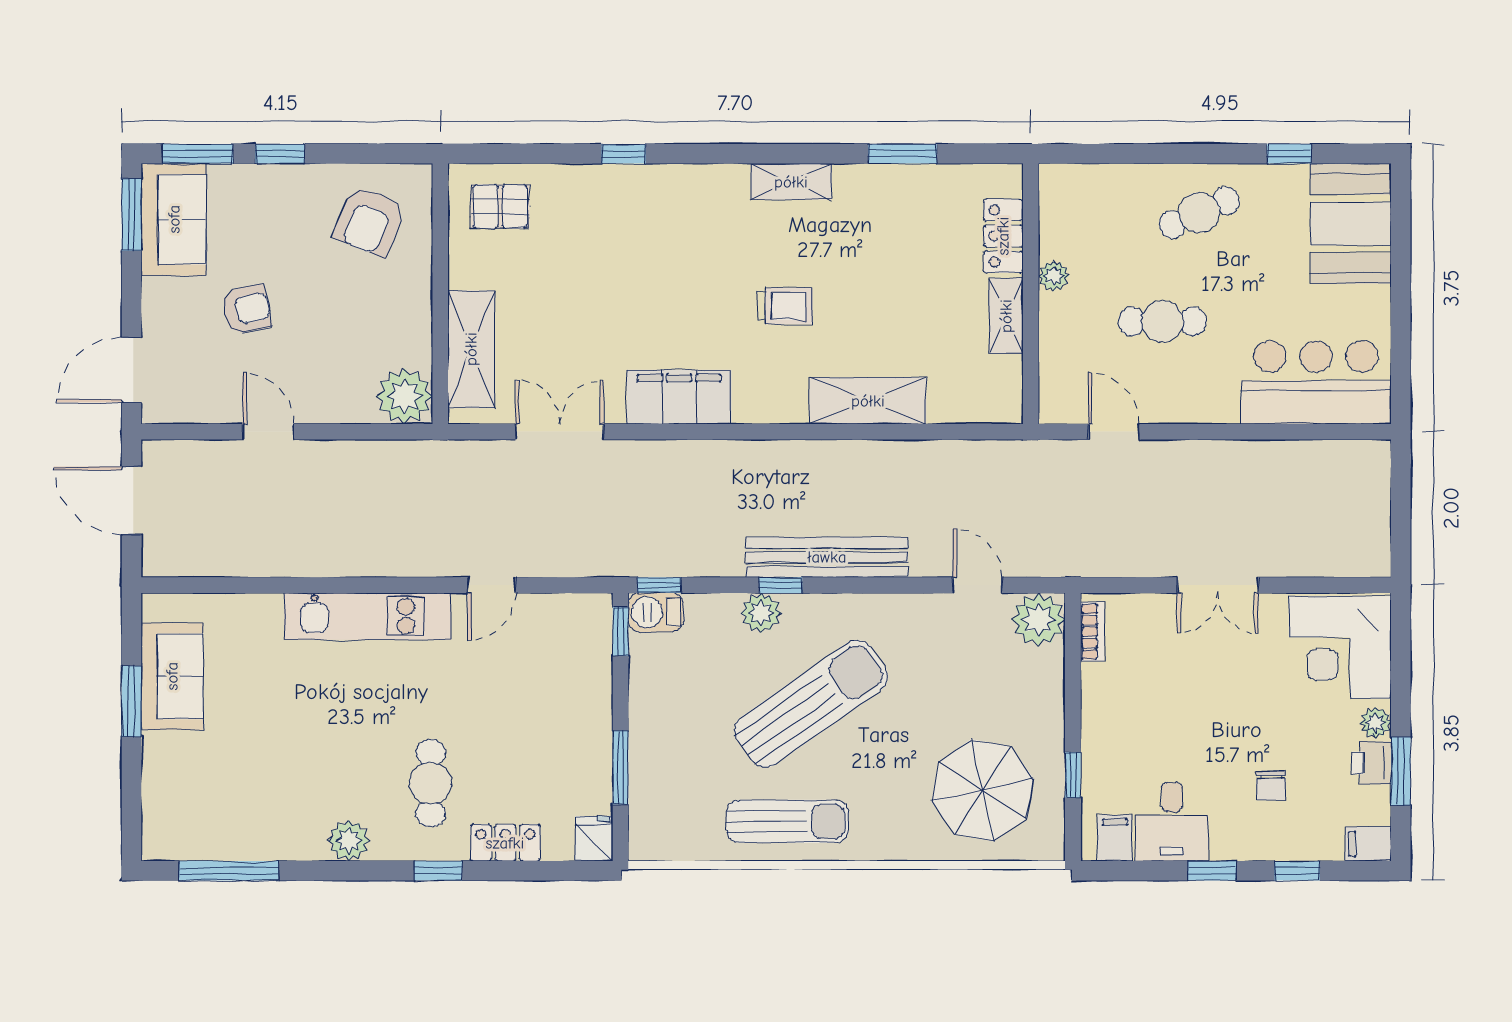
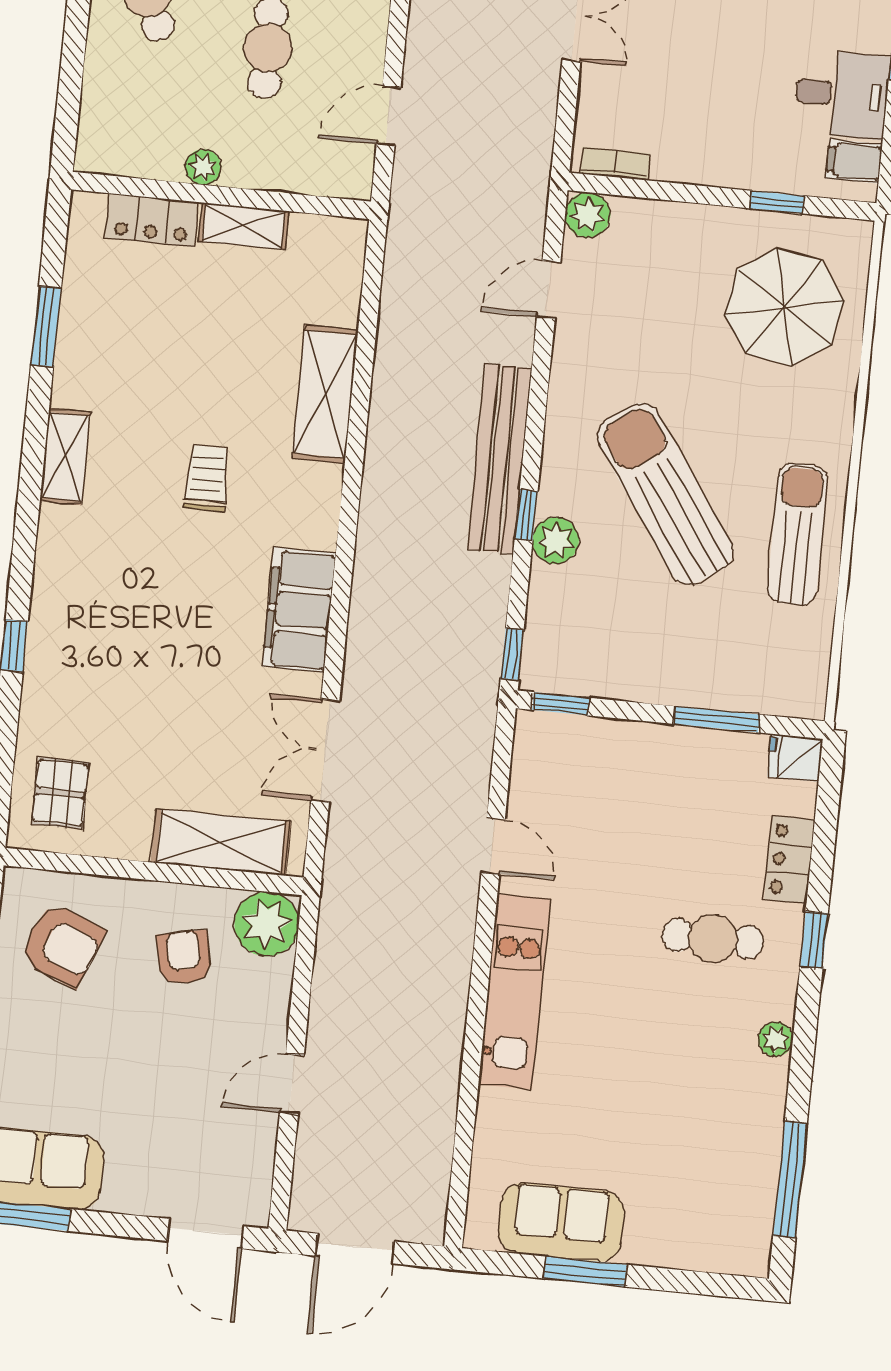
armchair: (246, 309) -> (184, 958), moved
barbecue: (656, 612) -> (543, 661), removed
plant: (1038, 620) -> (588, 215), width x0.73, depth x0.73
plant: (349, 840) -> (776, 1039), width x0.73, depth x0.73

